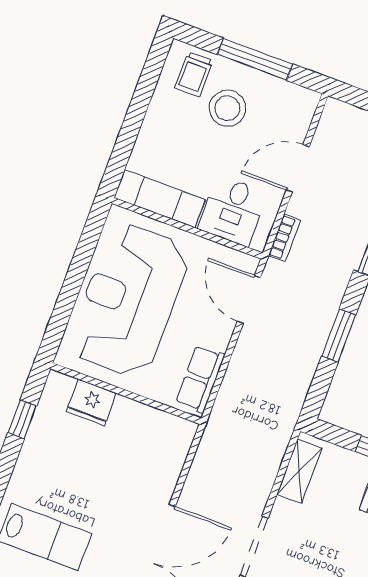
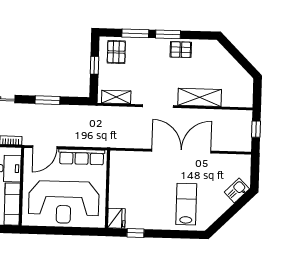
row of seats: (200, 379) -> (82, 157), width x1.48
fridge: (91, 402) -> (116, 218), moved

